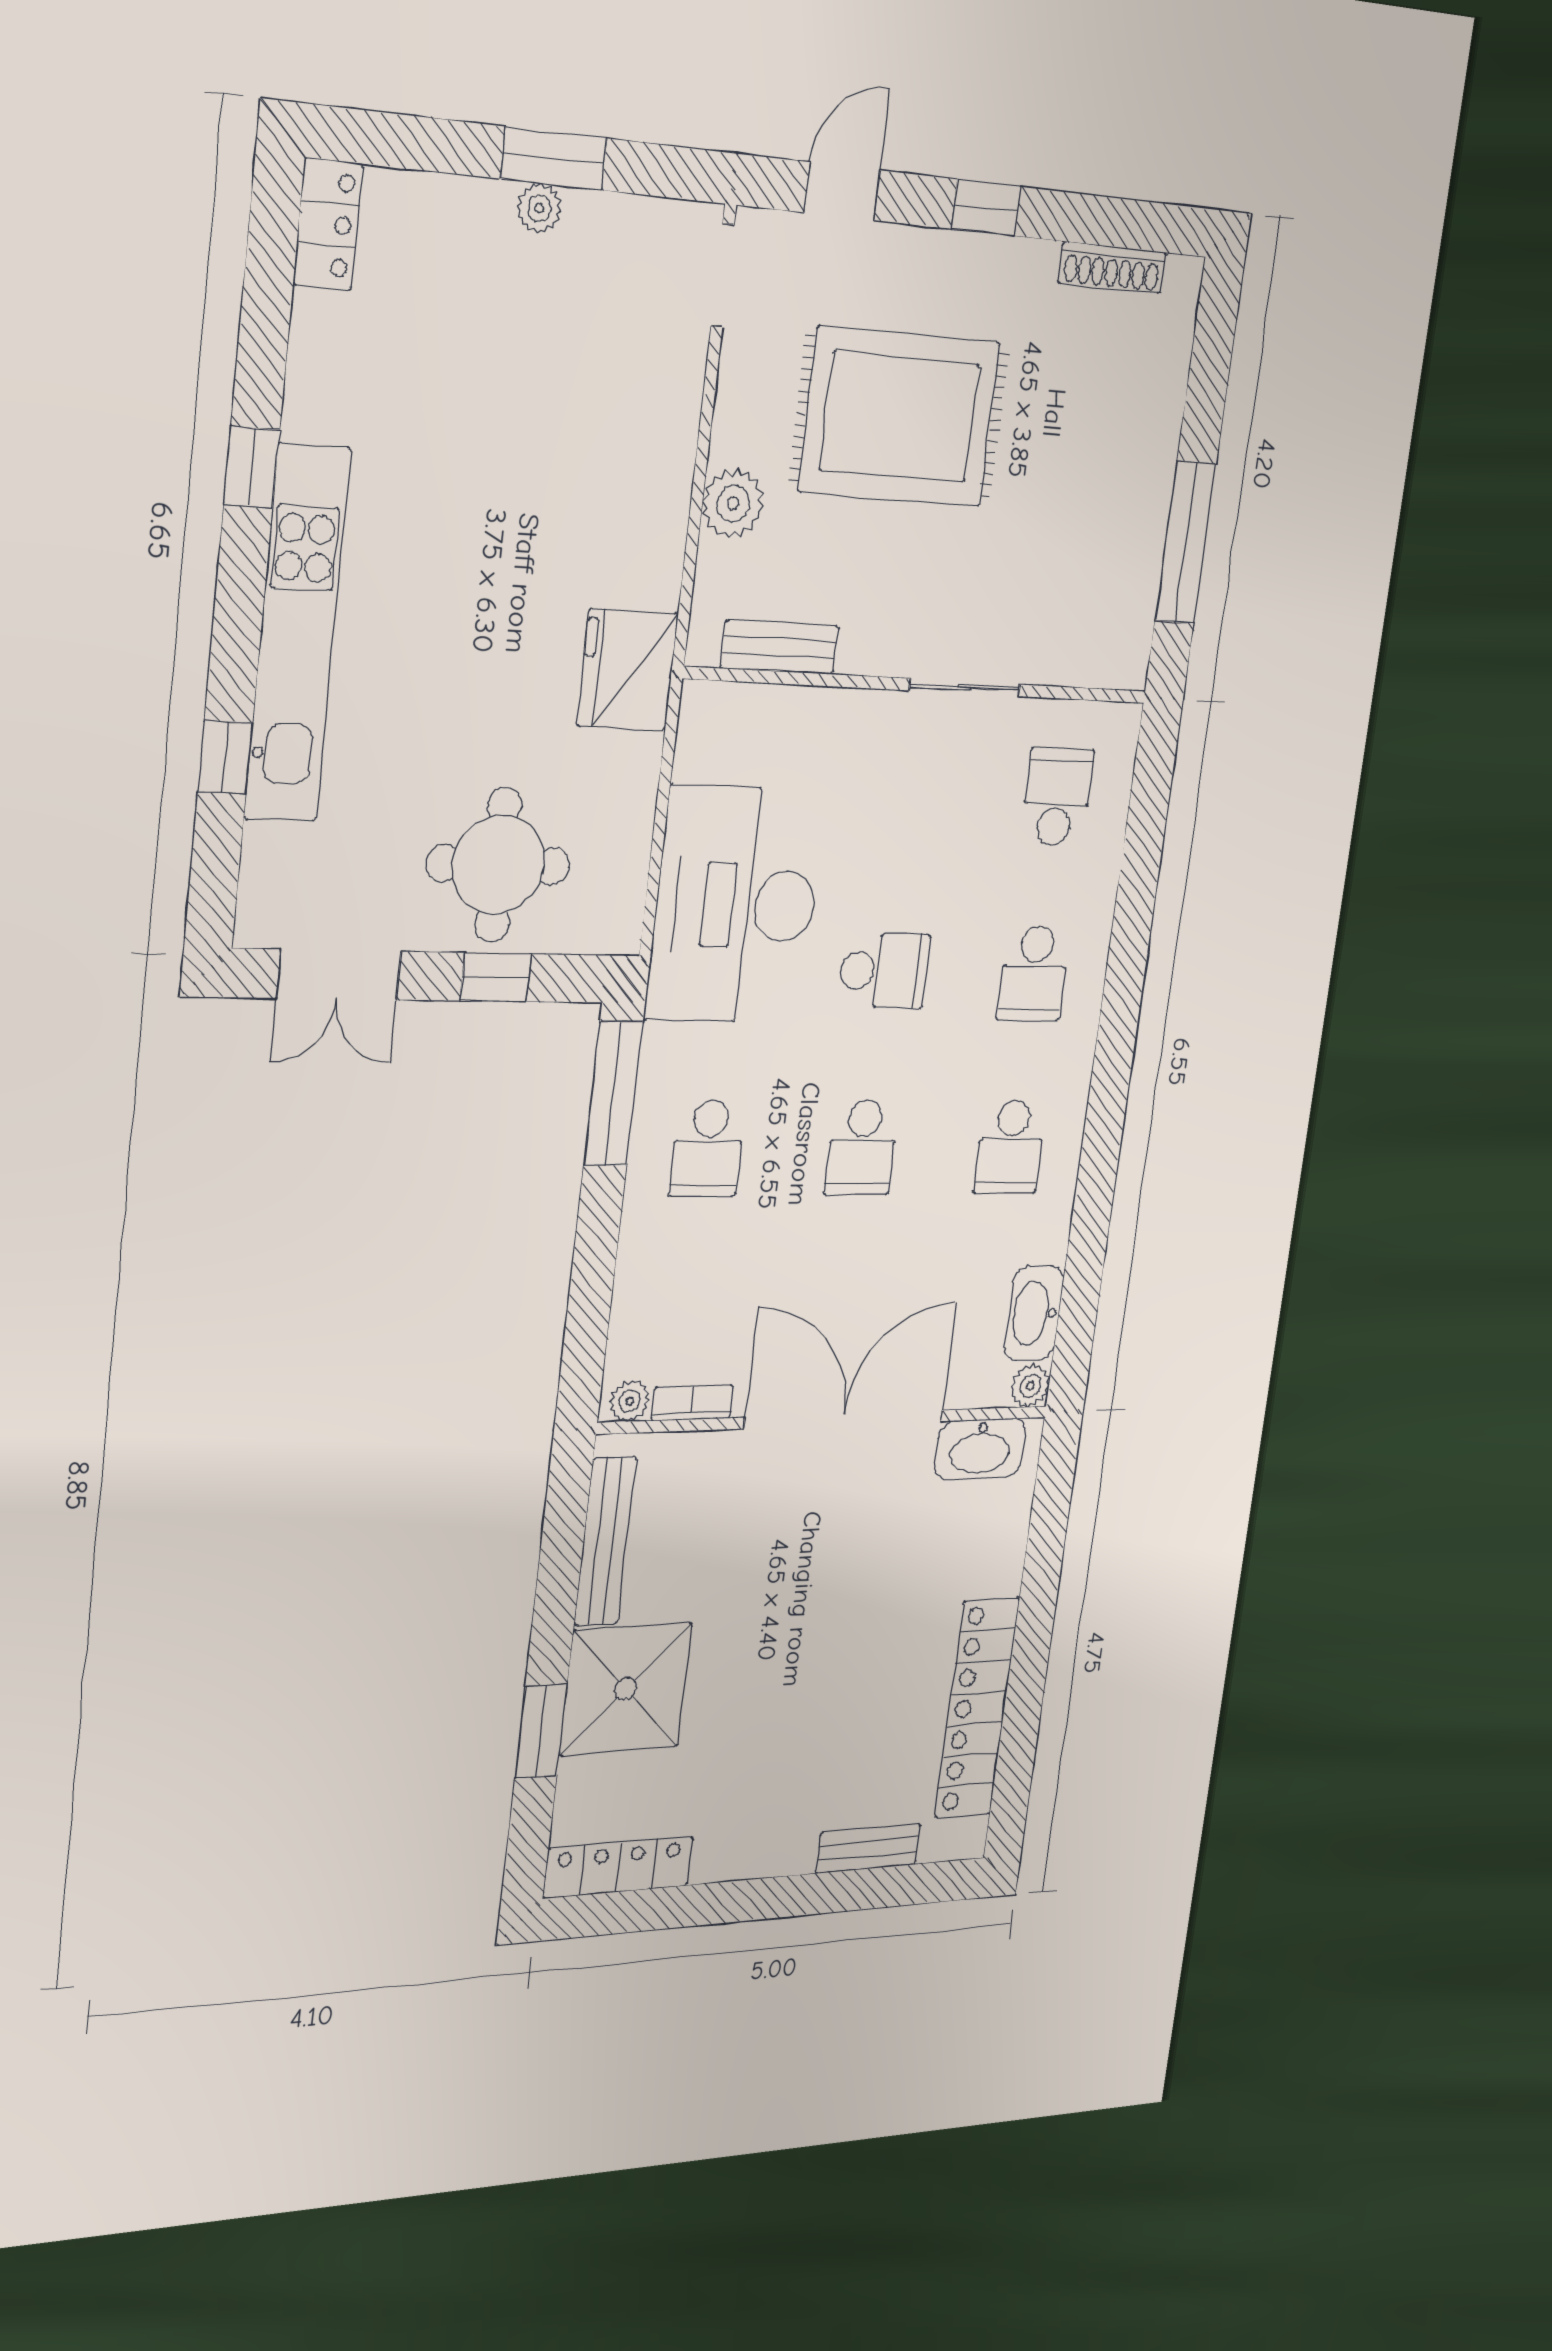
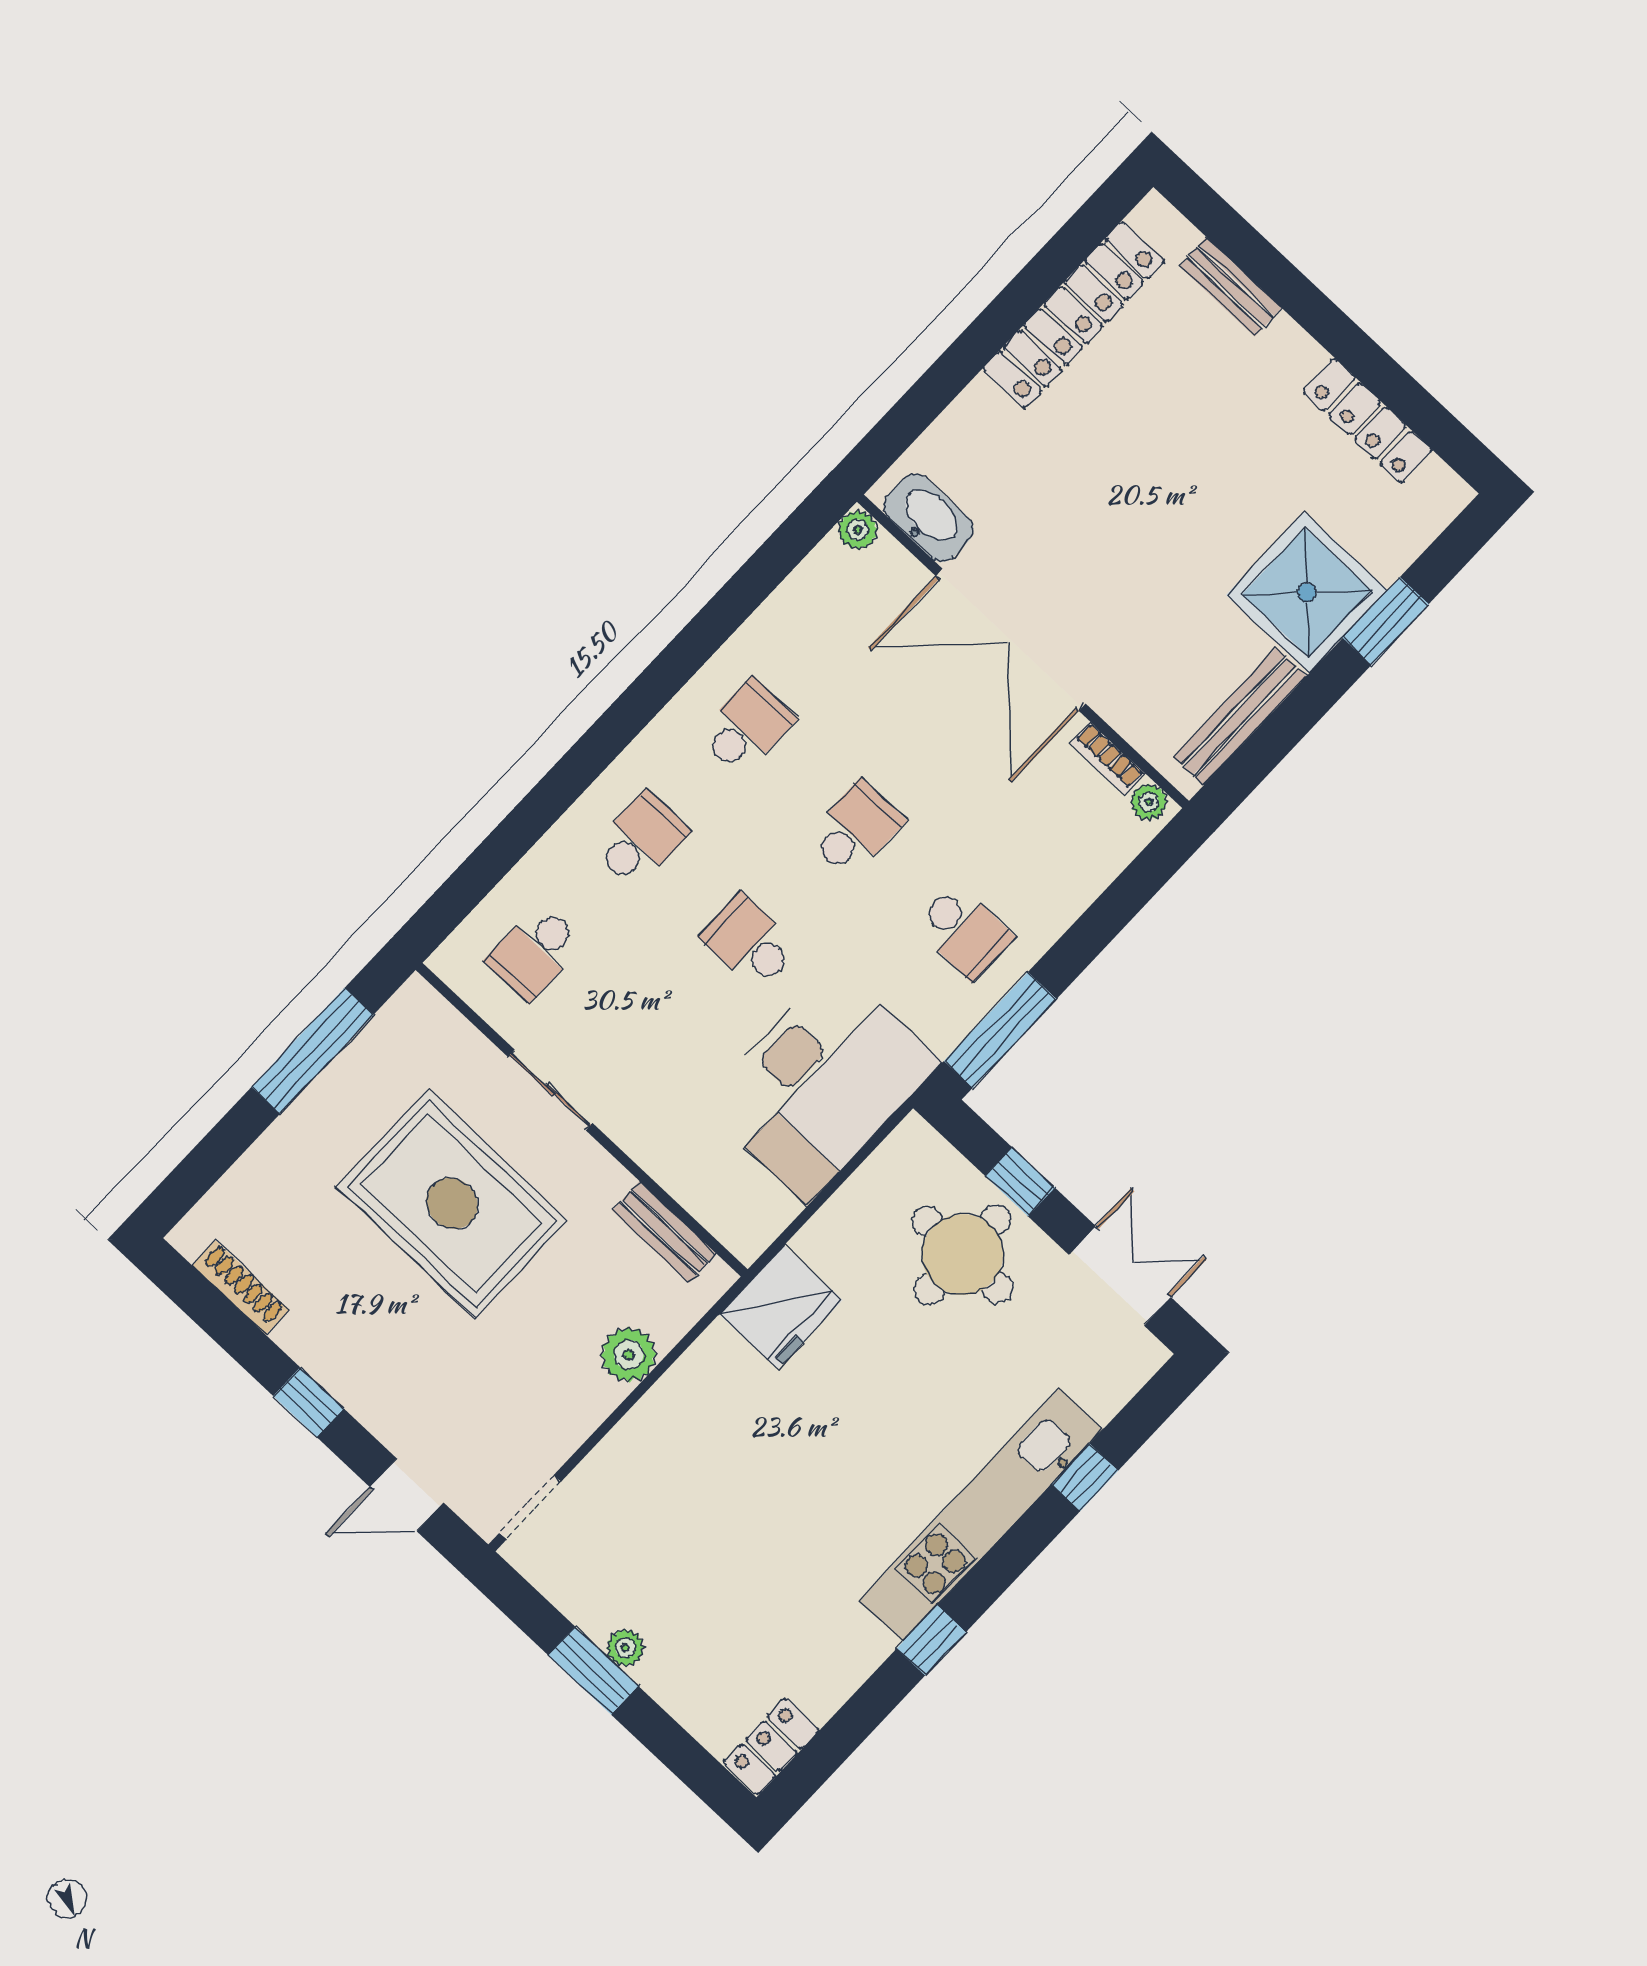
rug: (899, 417) -> (452, 1203), moved
school desk: (707, 1148) -> (964, 931), turned 90
washbasin: (1034, 1313) -> (816, 583), removed
locker: (618, 1867) -> (1367, 421), moved

